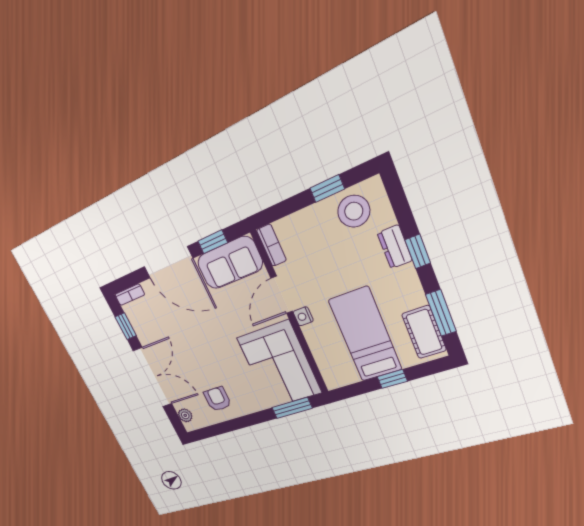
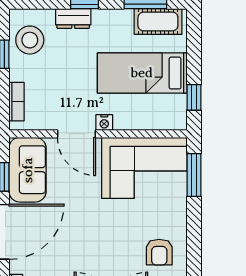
bookcase: (271, 245) -> (16, 102), moved, turned 90
window: (392, 379) -> (194, 97), moved
armchair: (217, 399) -> (159, 252), turned -90

